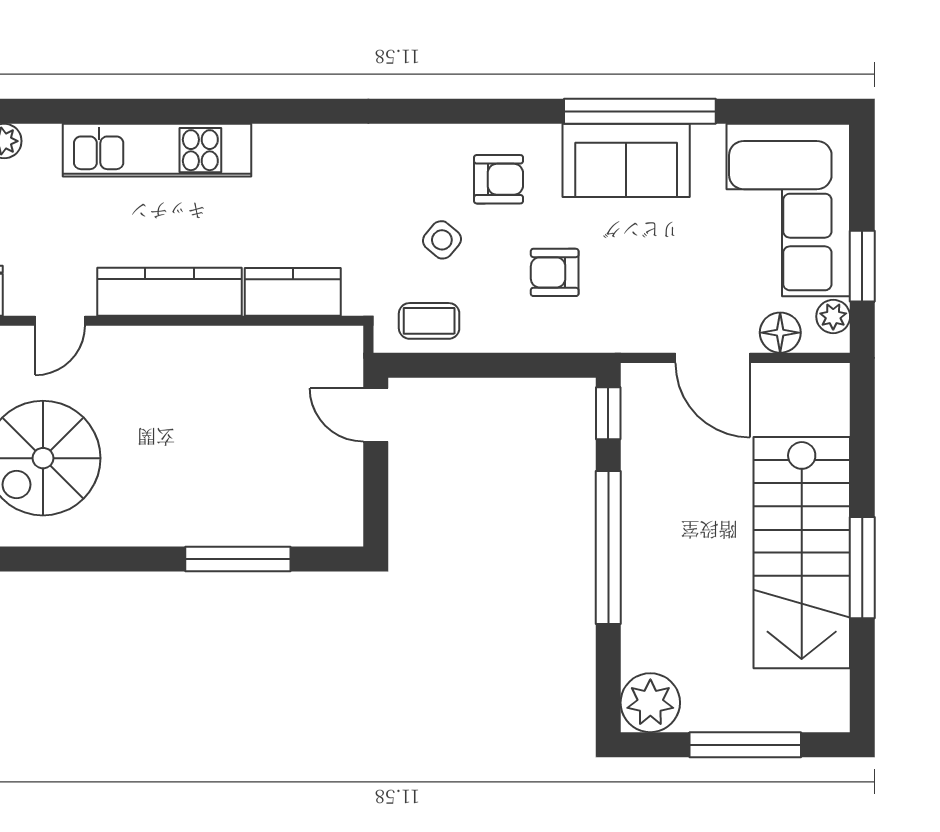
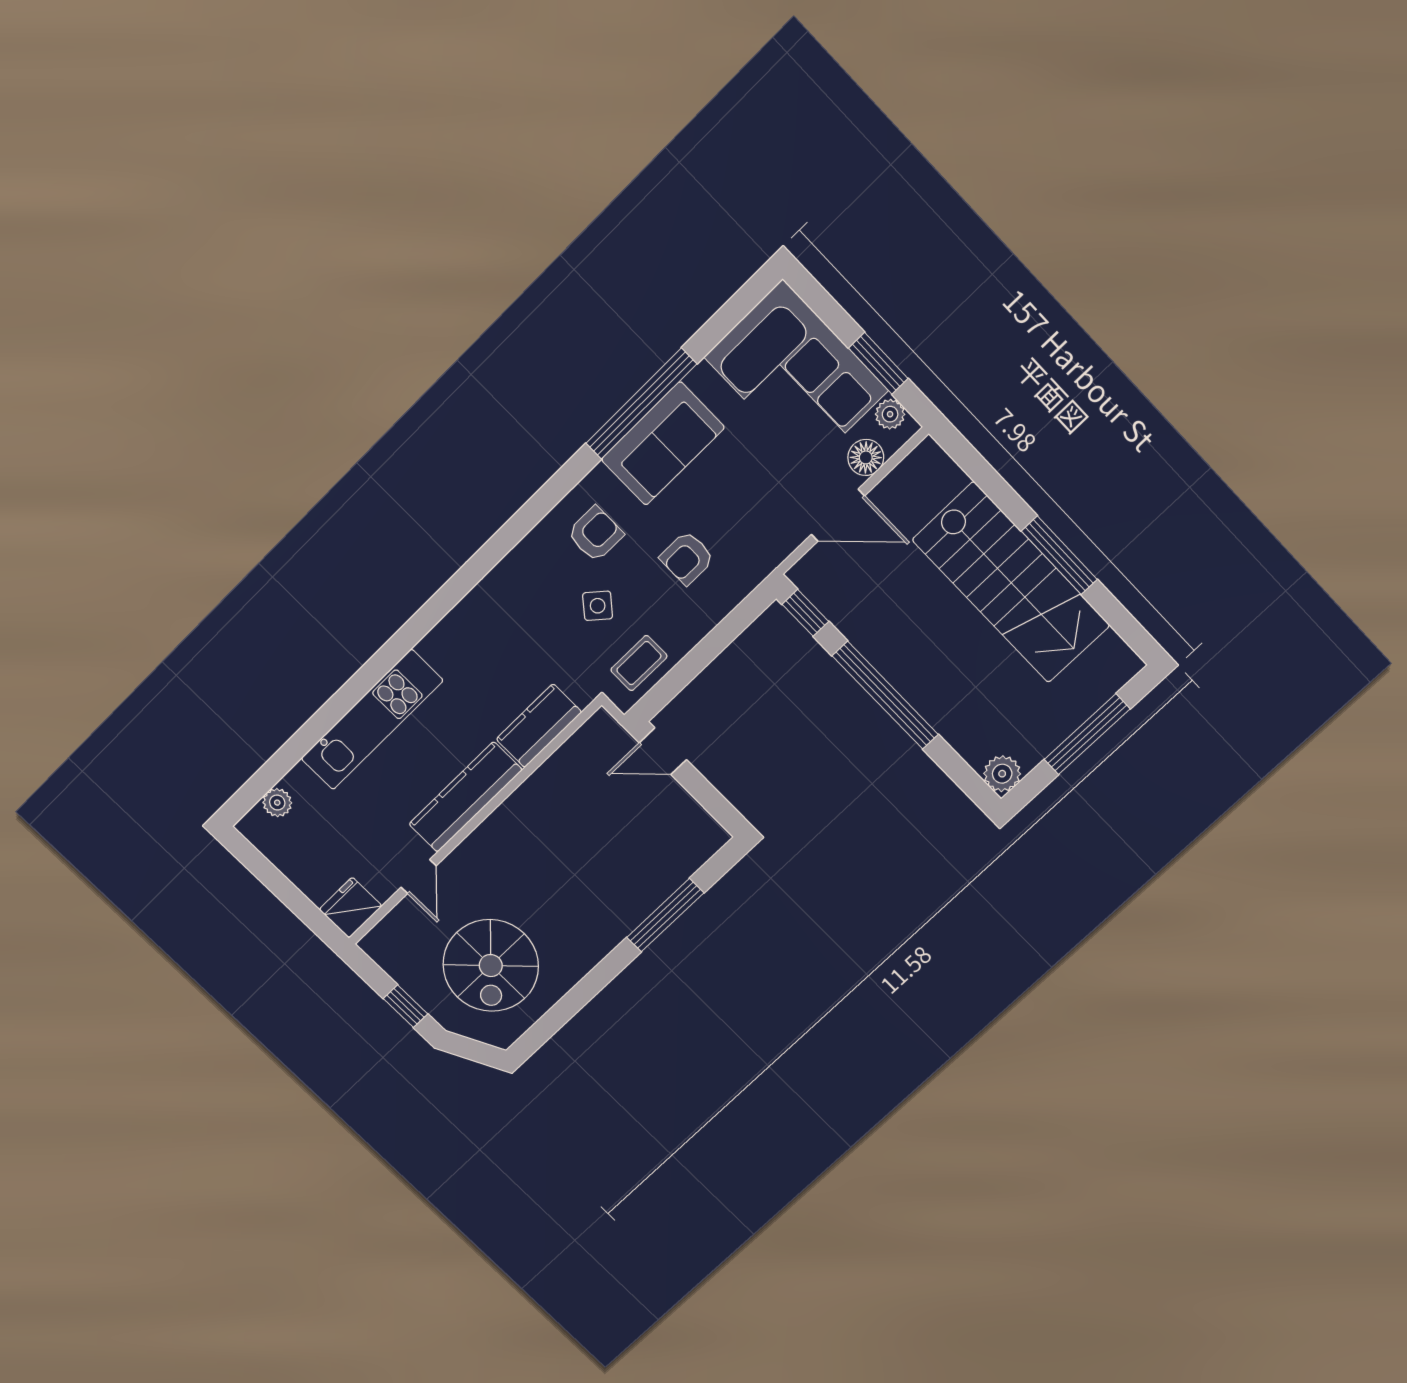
plant: (650, 703) -> (1002, 774), width x0.73, depth x0.73

